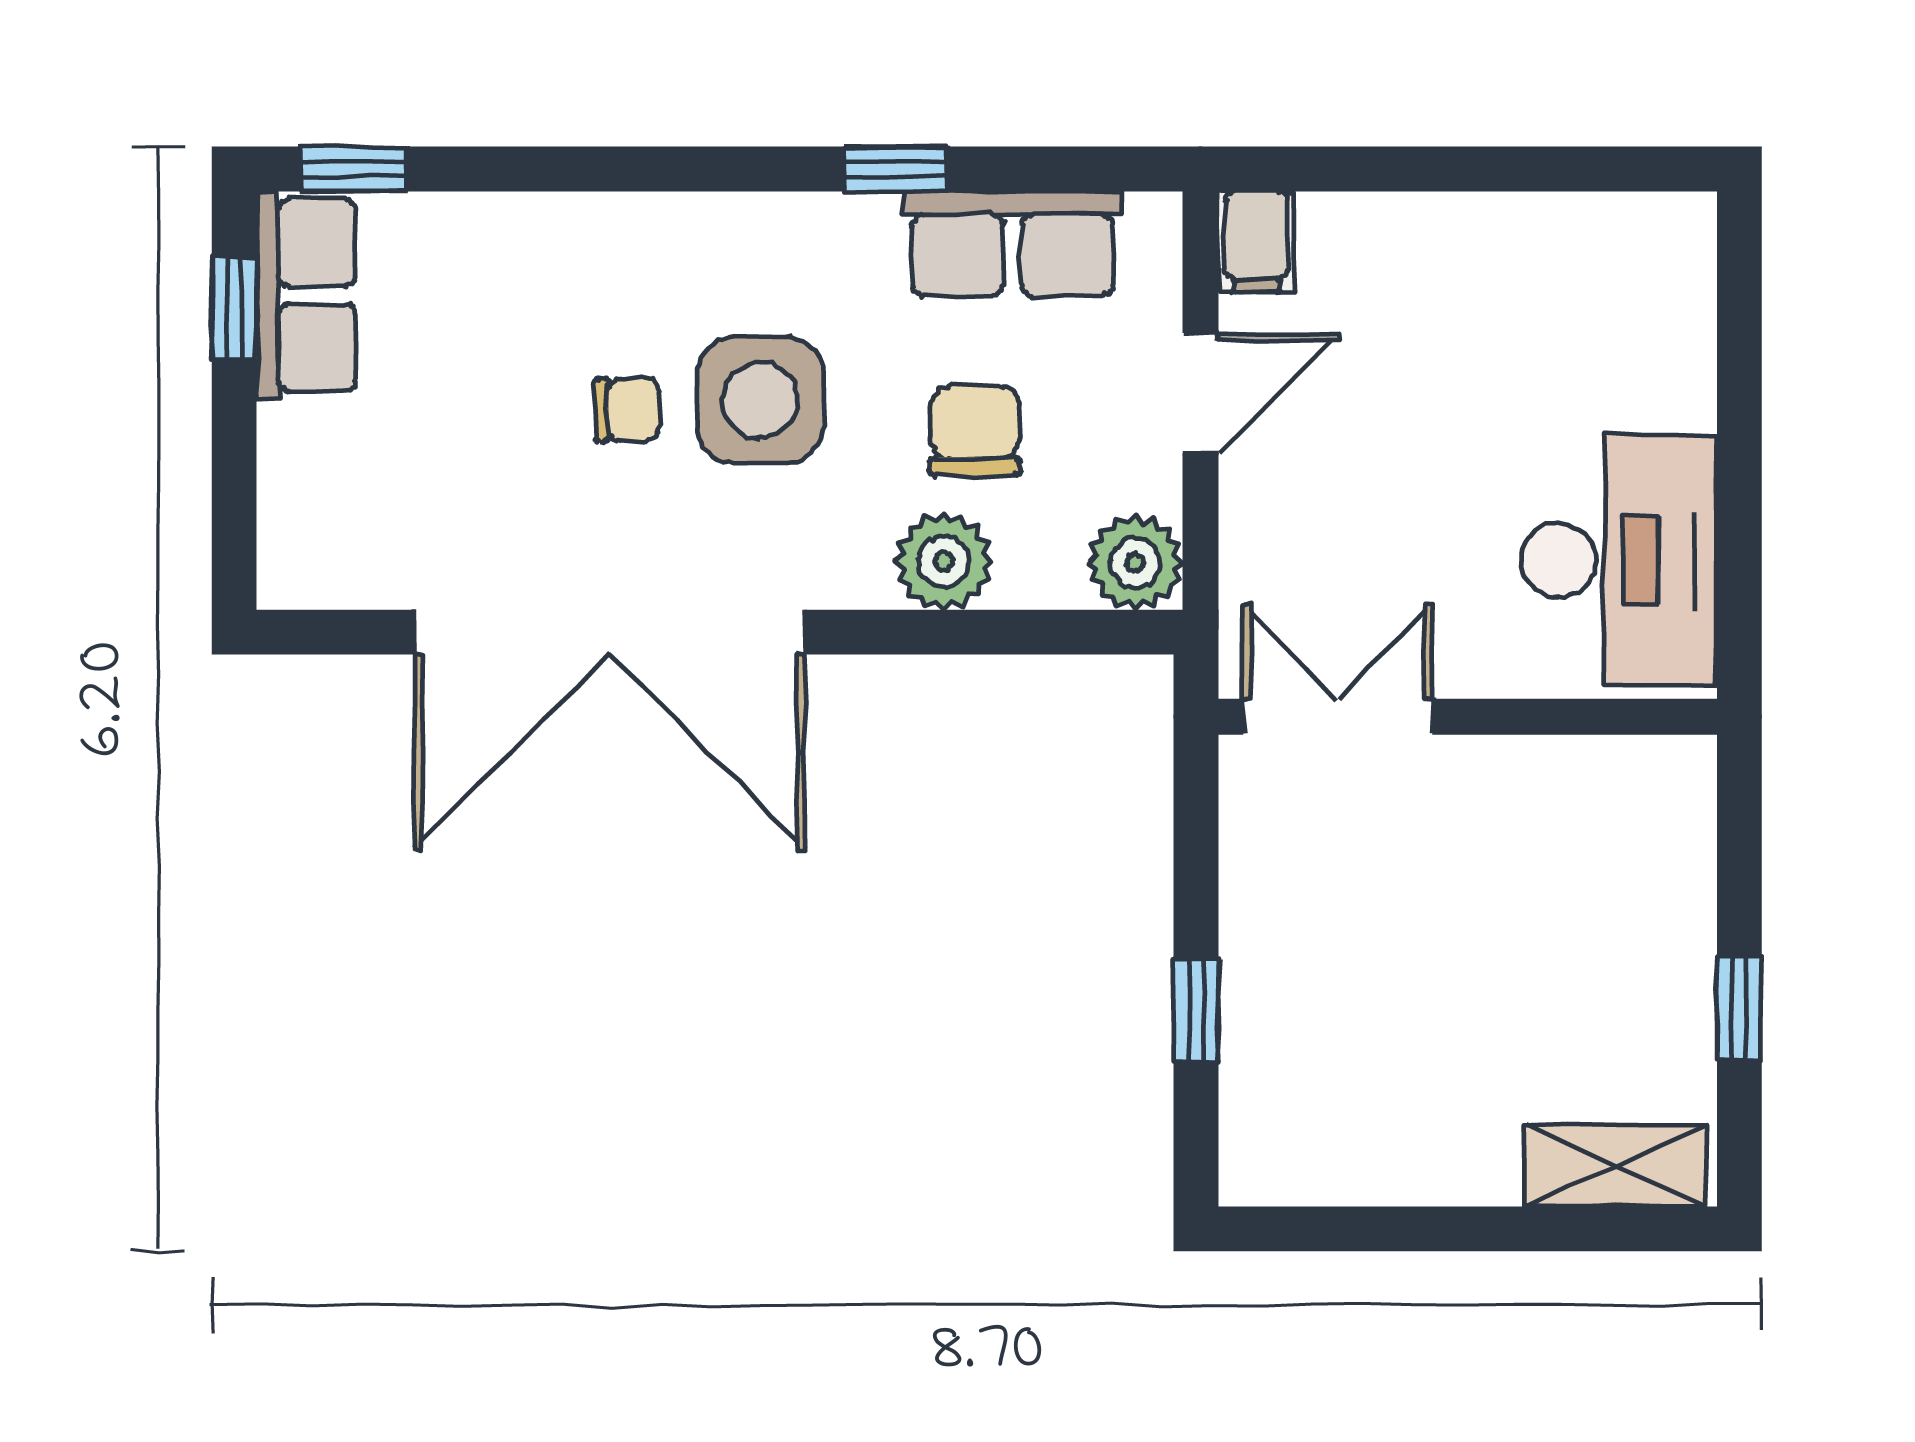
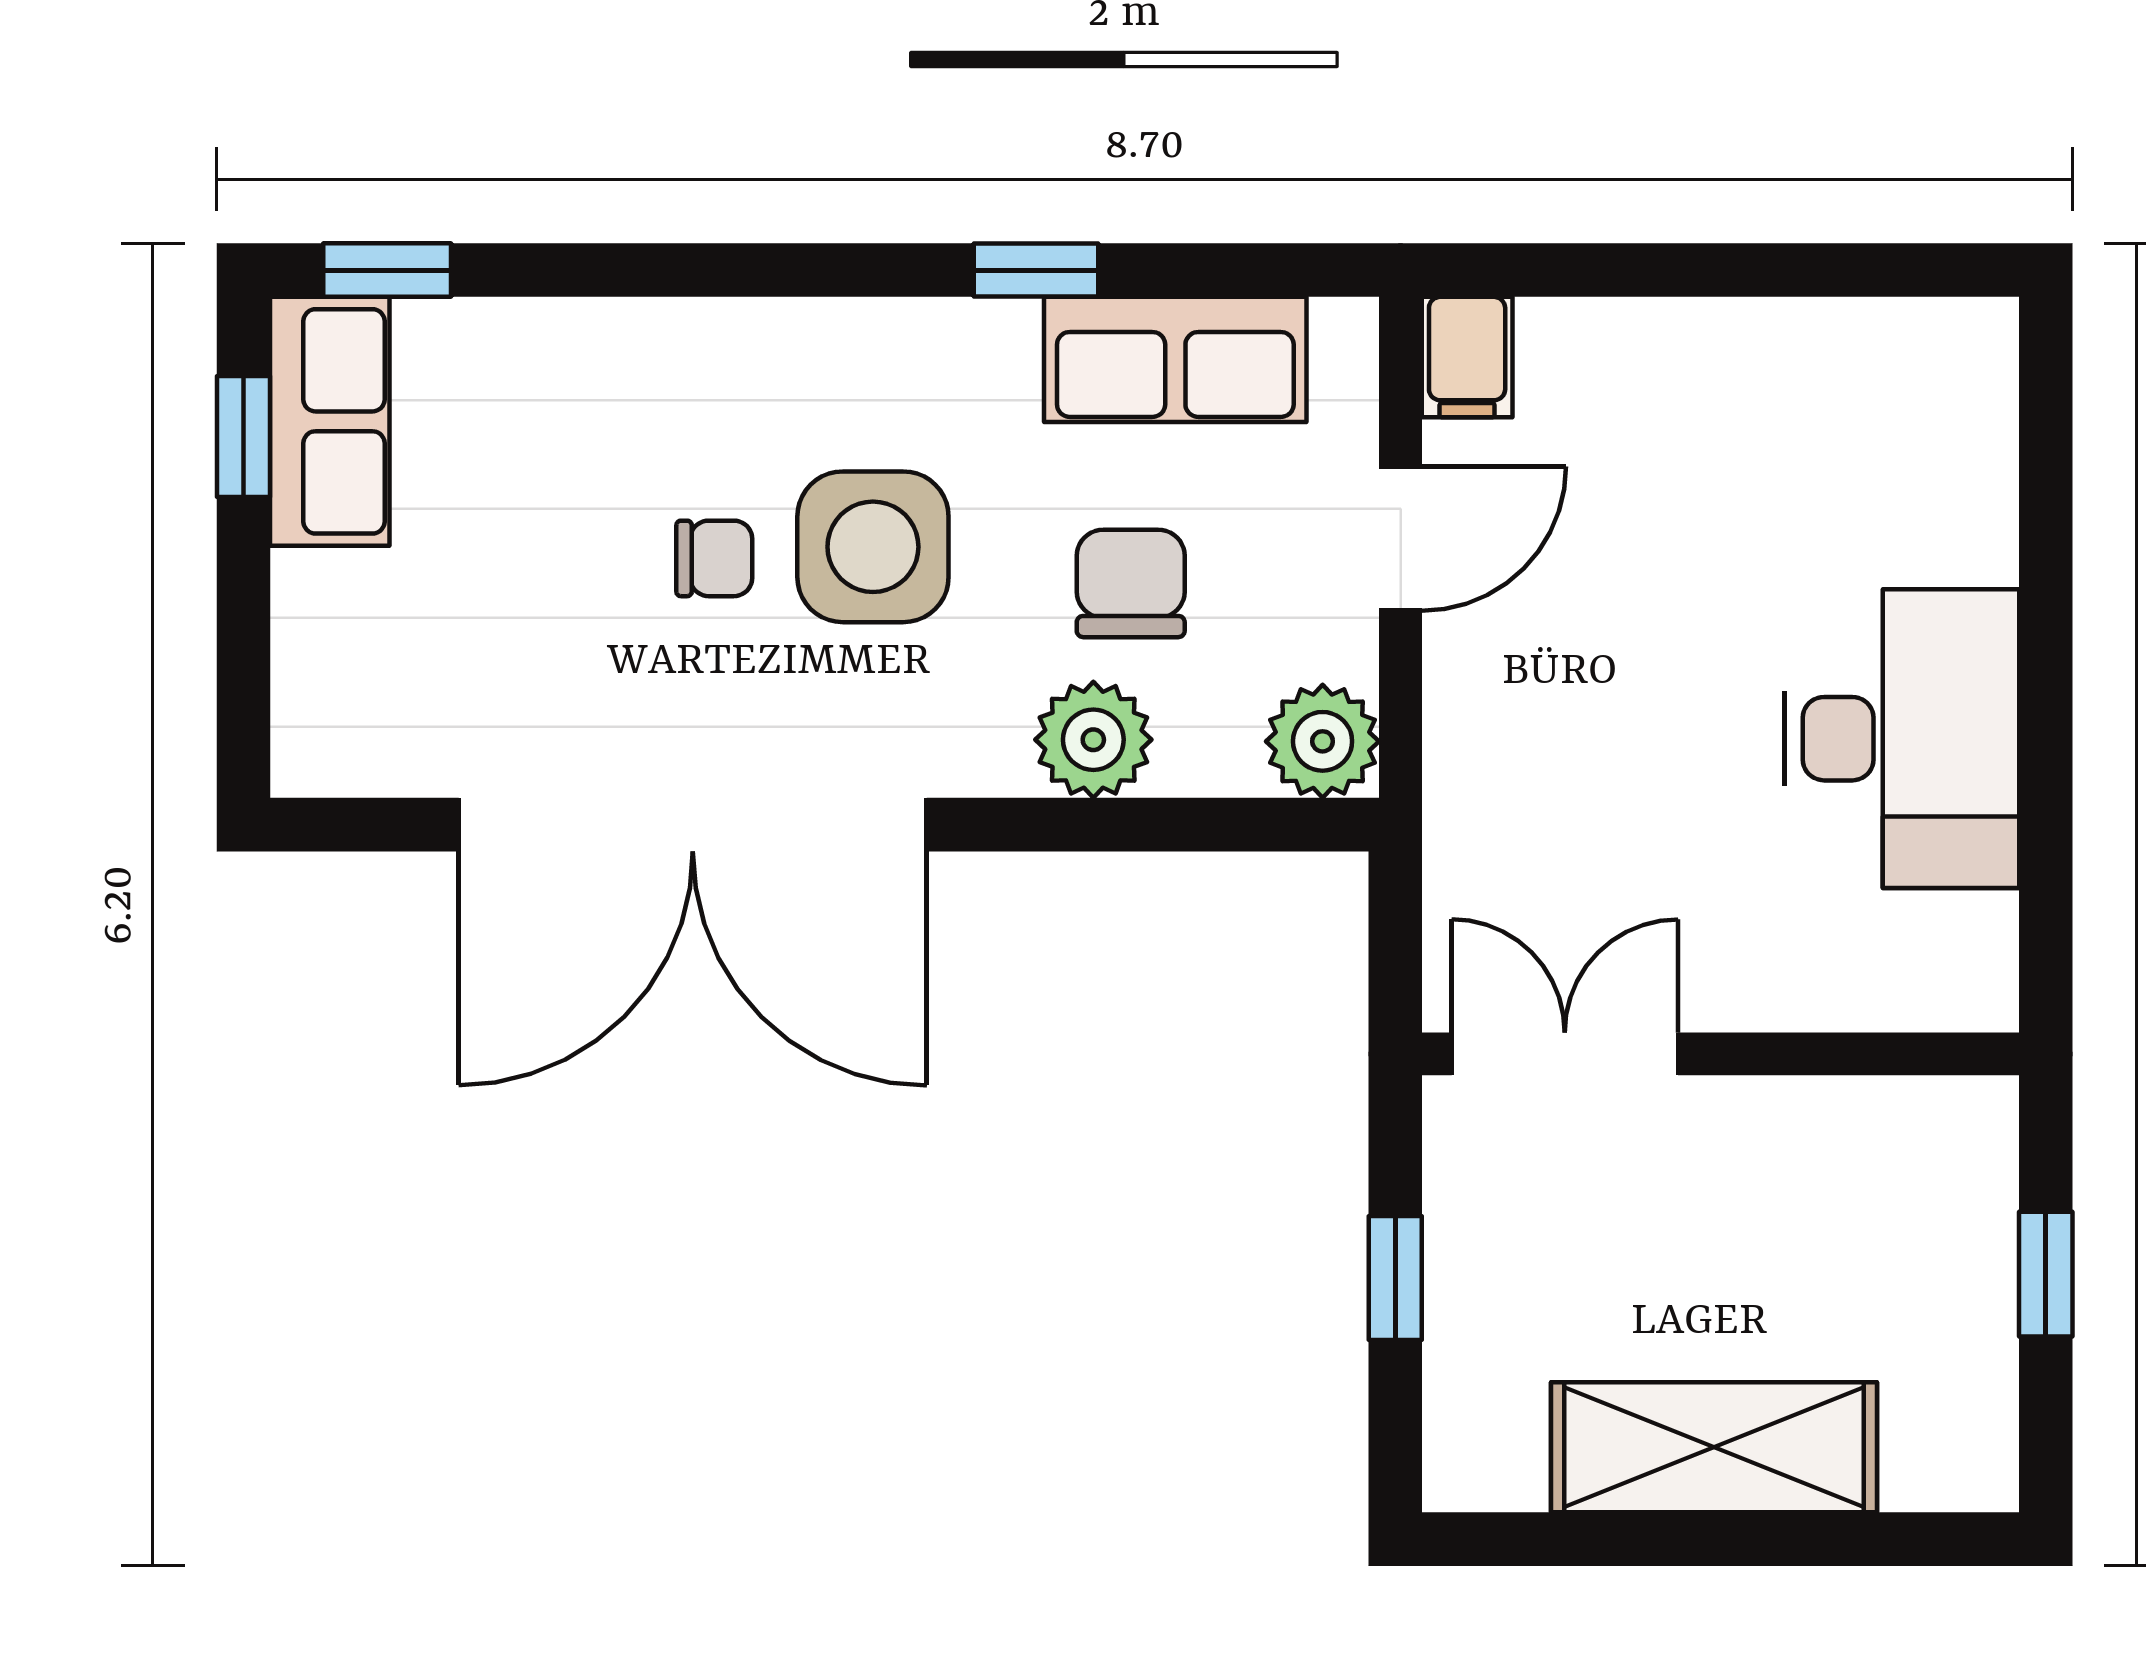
double door: (1338, 717) -> (1565, 1054), moved
wall: (1468, 717) -> (1720, 1054), moved
shelving: (1616, 1166) -> (1714, 1447), moved, width x1.50, depth x1.33

